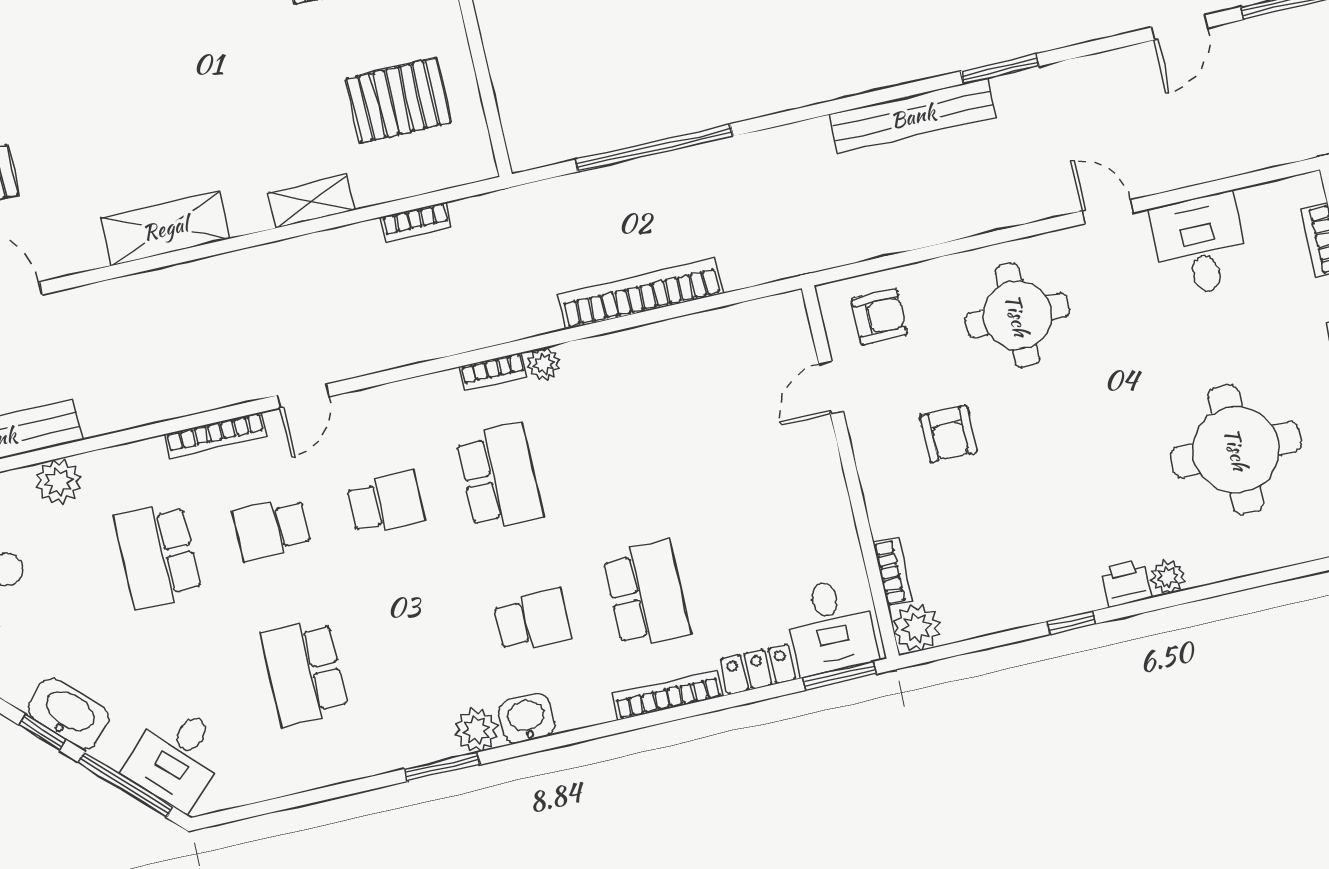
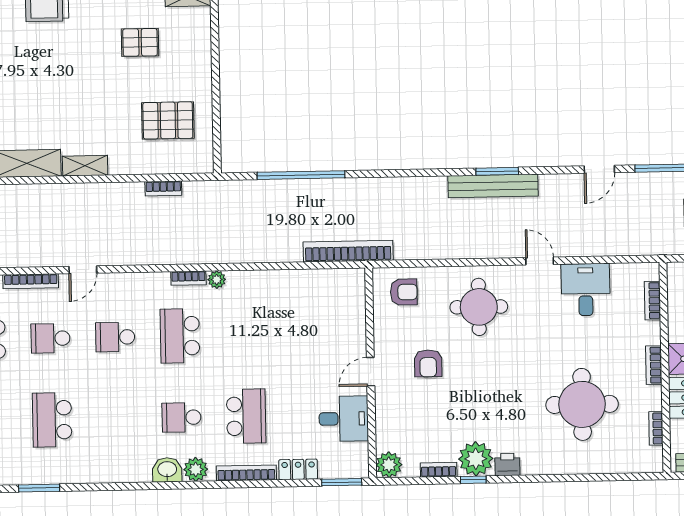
bench: (913, 116) -> (493, 186), moved
shelving: (311, 201) -> (85, 166), moved
bookcase: (641, 294) -> (348, 251), moved
door: (831, 388) -> (371, 372), moved
school desk: (500, 477) -> (180, 336), turned 180
school desk: (386, 503) -> (115, 337), turned 180
bookcase: (893, 572) -> (439, 470), moved, turned -90
plant: (1168, 577) -> (476, 459), moved, width x1.88, depth x1.88
school desk: (532, 620) -> (181, 417), turned 180
desk: (831, 626) -> (344, 419), moved, turned -90
plant: (476, 730) -> (196, 469), moved
window: (442, 767) -> (39, 488), moved

